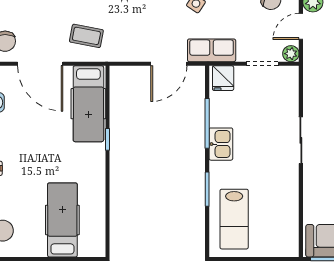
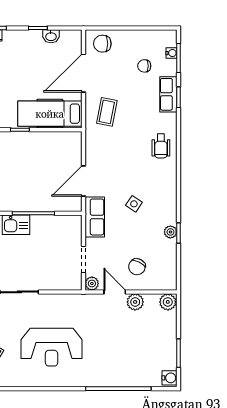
door: (169, 64) -> (83, 181), hinge flipped
fridge: (223, 78) -> (71, 227), removed

